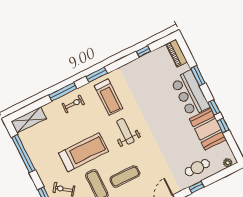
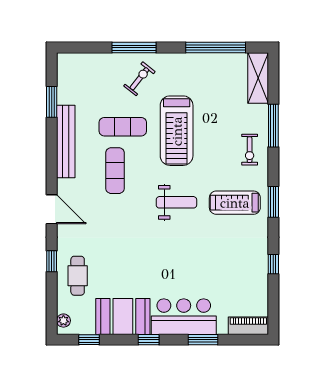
window: (143, 51) -> (273, 264), moved
window: (63, 92) -> (273, 126), moved
window: (223, 125) -> (89, 340), moved

